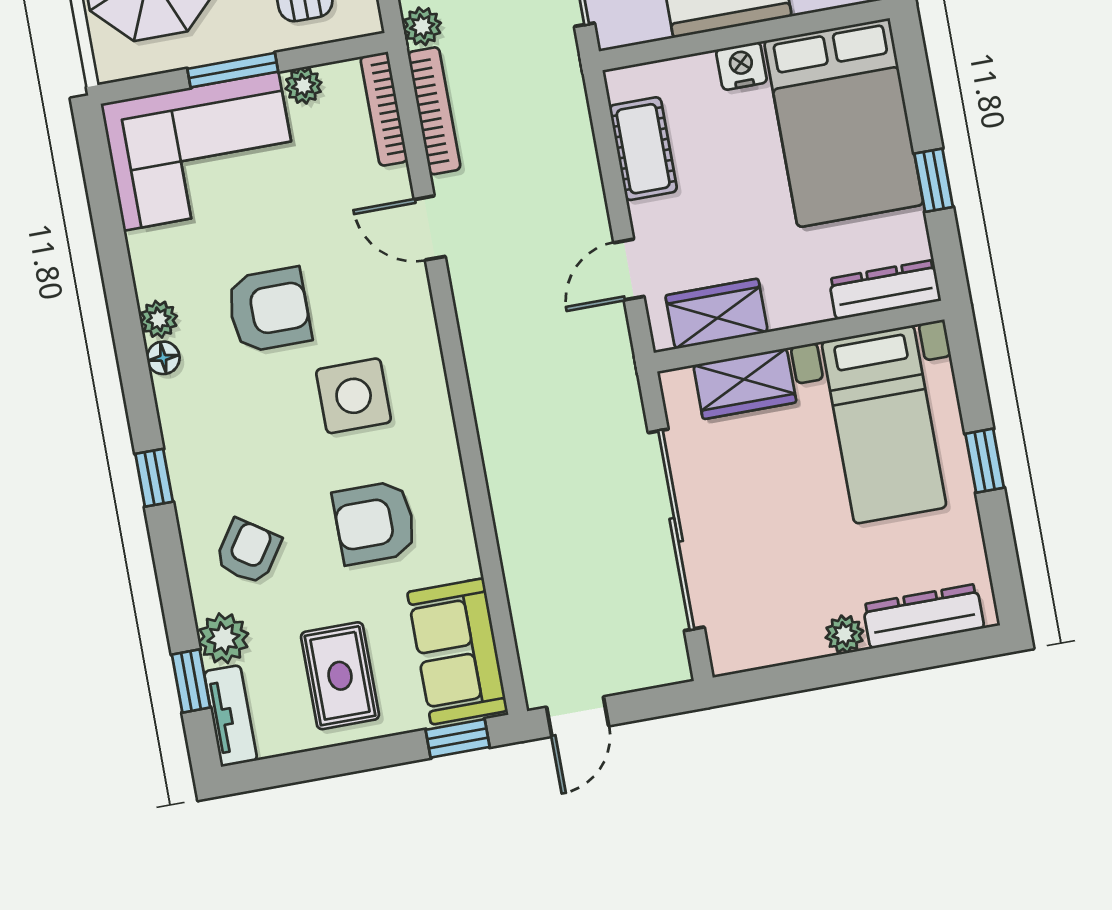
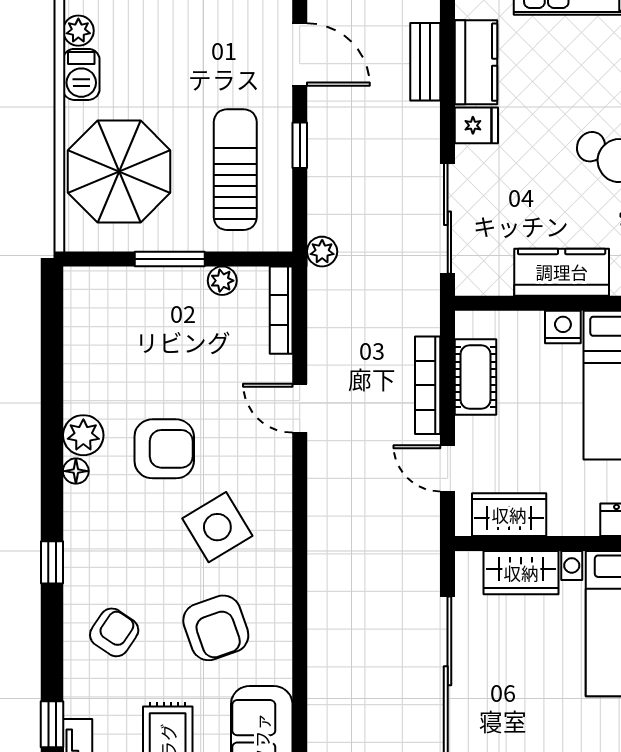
bookcase: (434, 111) -> (428, 385), moved, turned 180
corner sofa: (201, 151) -> (134, 317), removed
door: (629, 270) -> (448, 468), hinge flipped
plant: (159, 319) -> (83, 435), width x1.38, depth x1.38
side table: (354, 396) -> (217, 527), turned -31
armchair: (375, 523) -> (216, 628), turned -109
plant: (223, 638) -> (83, 696), removed

